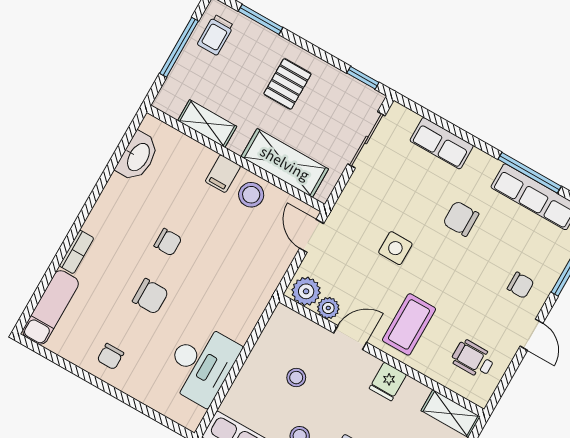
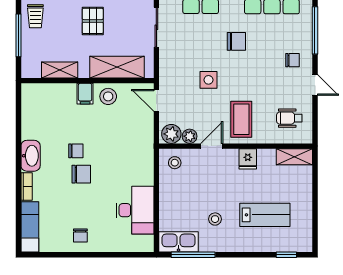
washbasin: (138, 157) -> (31, 156), moved
chair: (461, 219) -> (236, 41), turned 180
chair: (150, 296) -> (81, 174), moved
stool: (296, 378) -> (175, 163), moved

